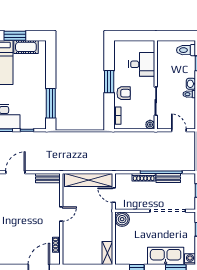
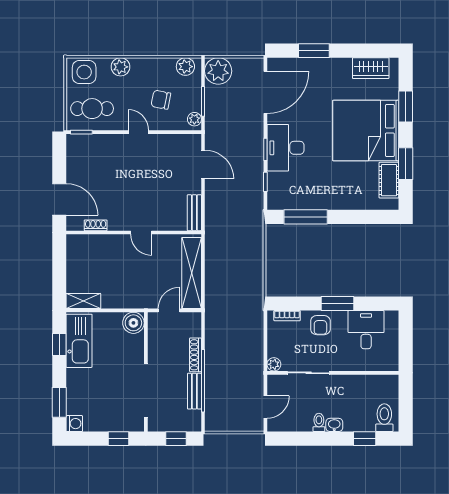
desk: (142, 64) -> (366, 330), moved, turned 180
kitchen sink: (166, 256) -> (79, 341), moved

